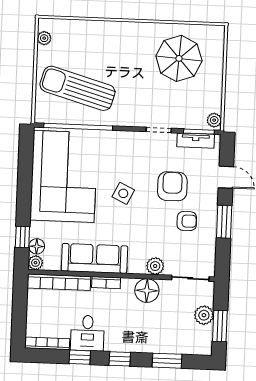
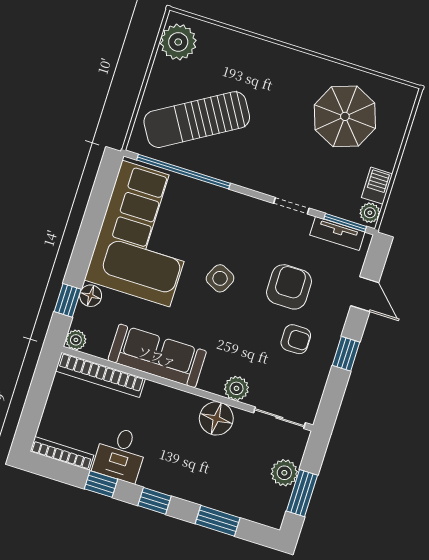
plant: (44, 38) -> (178, 42), width x1.87, depth x1.87
sun lounger: (77, 88) -> (197, 120), turned -47
barbecue: (214, 100) -> (377, 186), added
window: (224, 222) -> (346, 354), width x0.67
floor lamp: (37, 246) -> (91, 296), moved
bookcase: (106, 283) -> (164, 393), removed

